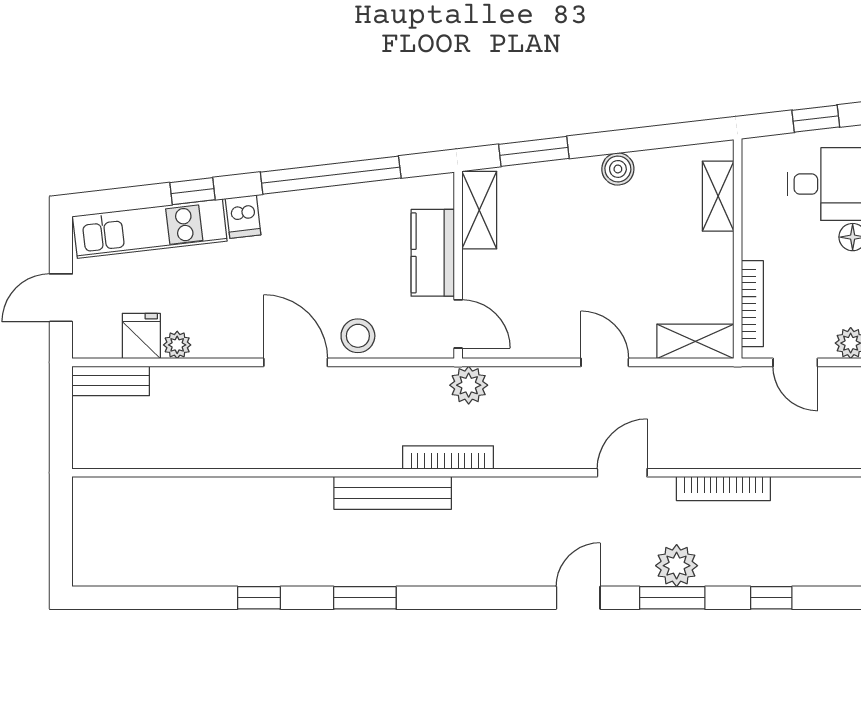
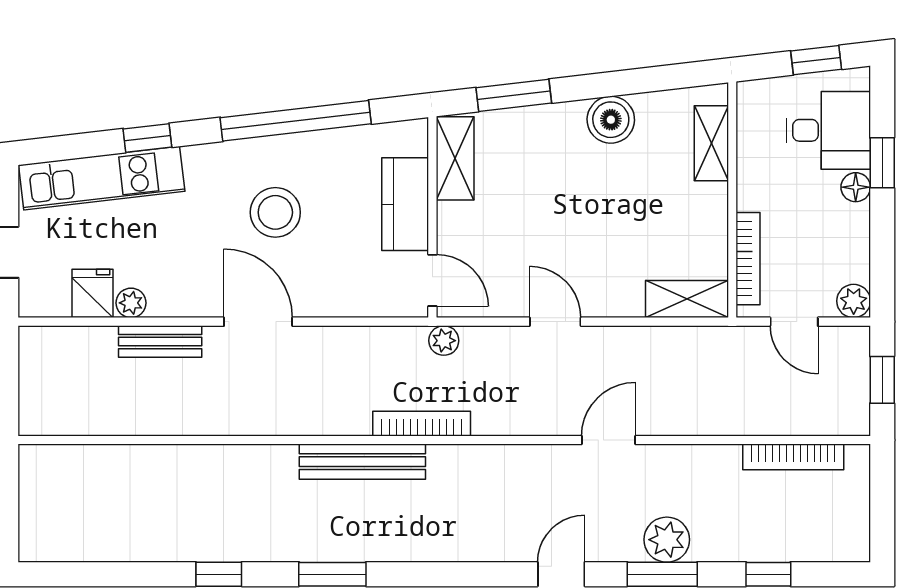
boiler: (618, 169) -> (611, 120), width x1.36, depth x1.36
dishwasher: (243, 217) -> (202, 165), removed
stool: (358, 336) -> (275, 212), moved, width x1.38, depth x1.38
door: (605, 362) -> (555, 322), moved
bench: (111, 381) -> (160, 342), moved
plant: (469, 385) -> (444, 341), width x0.73, depth x0.73
bookcase: (723, 488) -> (793, 457), moved

